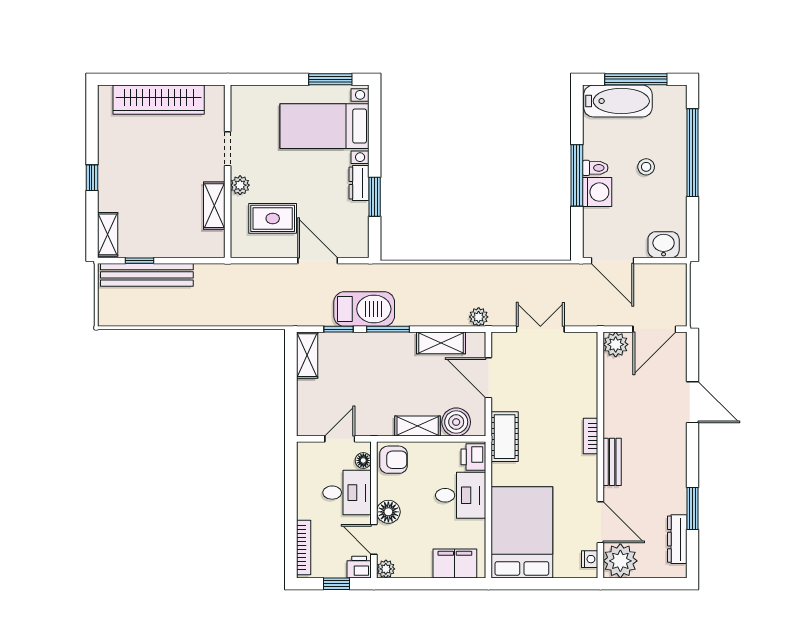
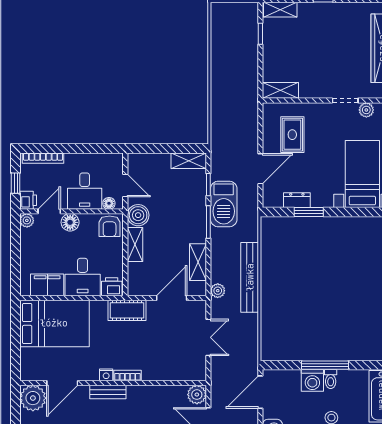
dresser: (359, 183) -> (297, 200), moved
plant: (240, 185) -> (366, 110), moved
shelving: (214, 206) -> (280, 90), moved
bench: (147, 275) -> (250, 277), moved
boiler: (456, 422) -> (138, 215), moved
nightstand: (590, 559) -> (106, 375), moved
filing cabinet: (455, 563) -> (47, 285), moved, turned -90

